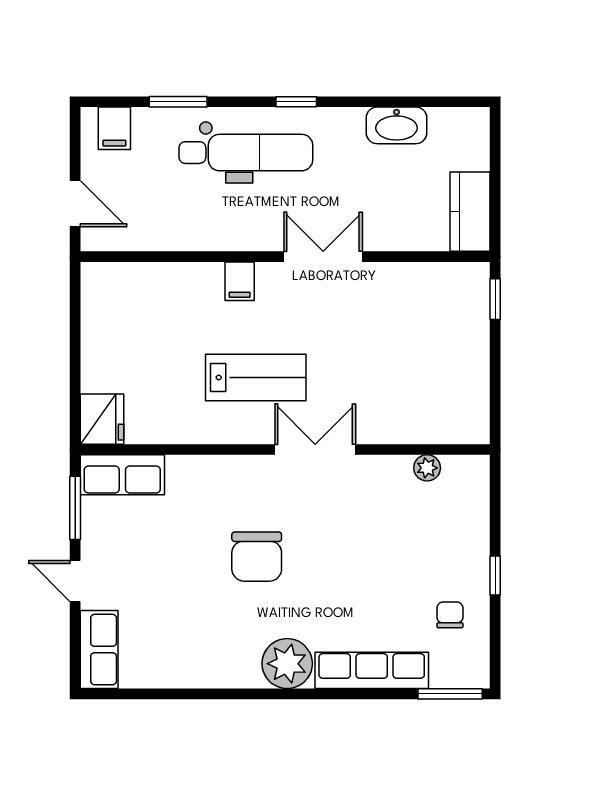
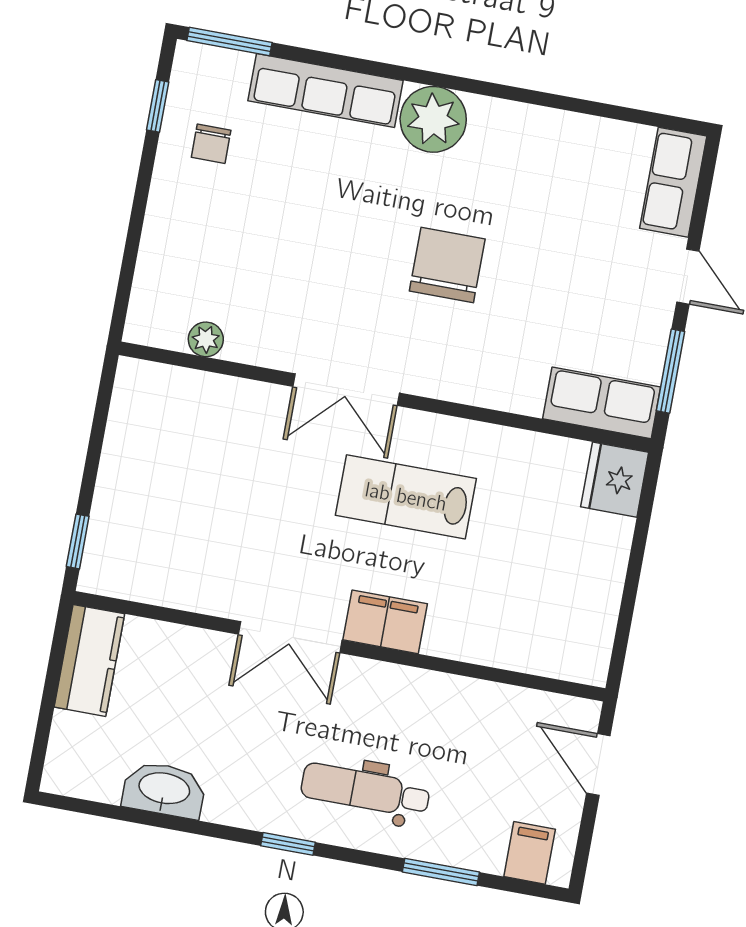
dental chair: (246, 153) -> (365, 790), width x0.73, depth x0.72
filing cabinet: (240, 281) -> (385, 622), width x2.00
window: (495, 575) -> (158, 106), moved

